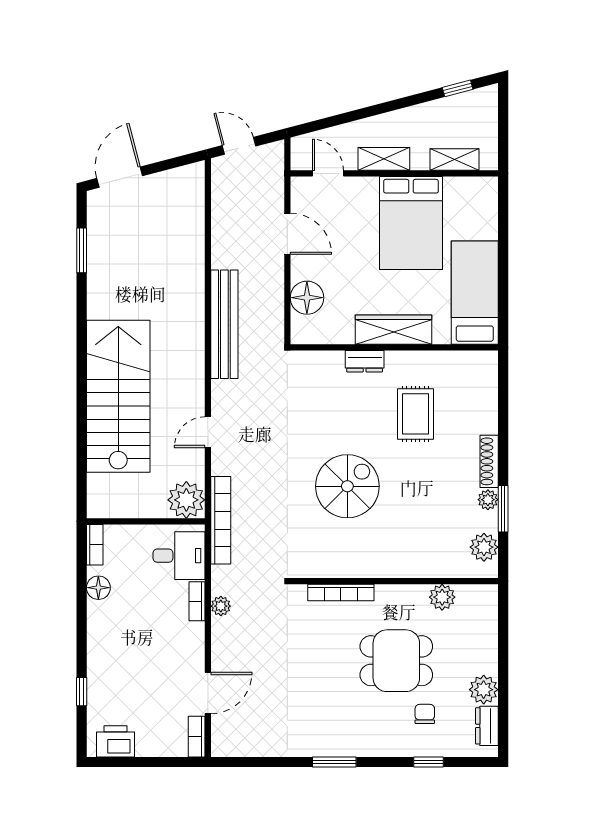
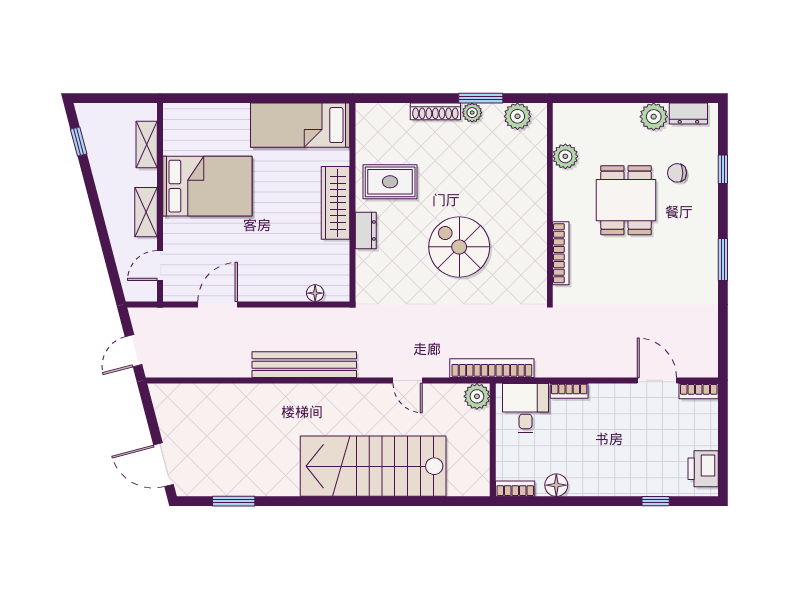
bed: (475, 293) -> (300, 125), moved
floor lamp: (307, 298) -> (315, 293), moved, width x0.53, depth x0.53
wardrobe: (393, 330) -> (336, 203), moved
wall: (394, 347) -> (353, 202), moved
dresser: (365, 361) -> (366, 230), moved
plant: (186, 500) -> (477, 396), width x0.73, depth x0.73
plant: (221, 606) -> (574, 368), removed

